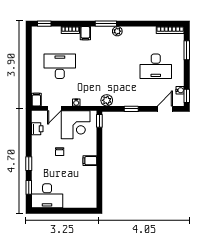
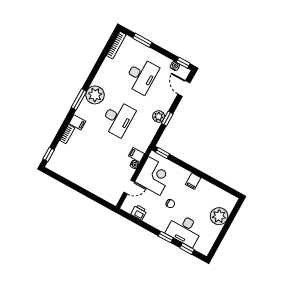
plant: (117, 31) -> (95, 95), width x1.88, depth x1.88
desk: (60, 66) -> (118, 119), moved, turned 180
filing cabinet: (36, 100) -> (137, 155), moved
plant: (107, 100) -> (159, 116), moved
door: (54, 108) -> (129, 187), hinge flipped
desk: (47, 196) -> (184, 230), moved, turned 90
plant: (72, 200) -> (219, 216), added

